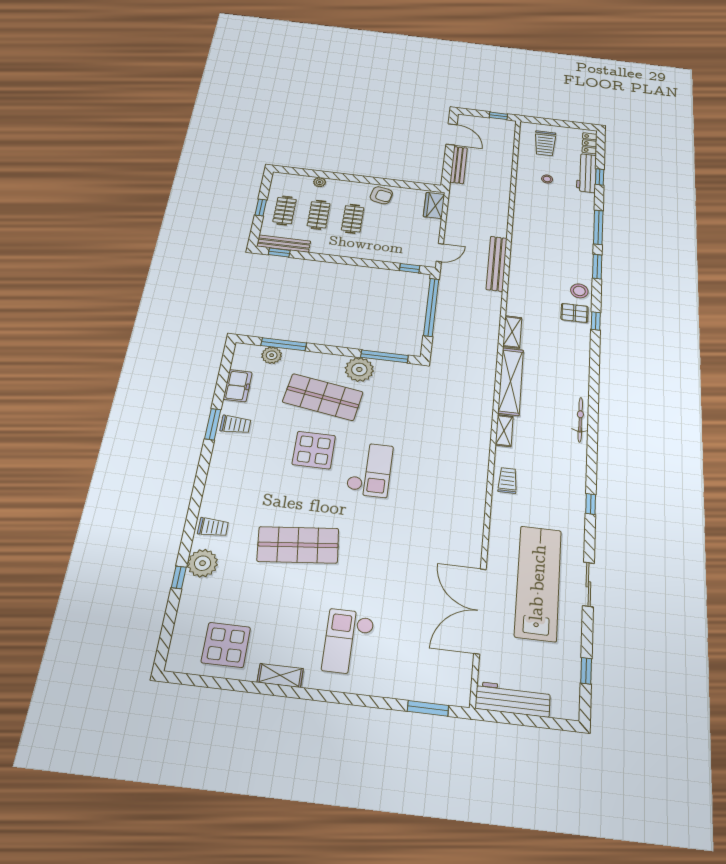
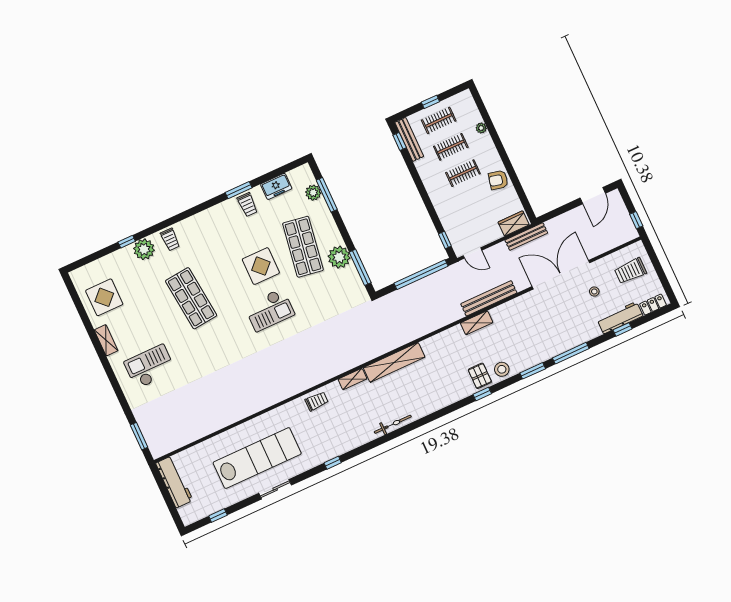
bench: (459, 165) -> (526, 237), moved
armchair: (381, 195) -> (498, 180), turned 91
shelving: (512, 332) -> (477, 323), moved
double door: (480, 611) -> (561, 275), moved

